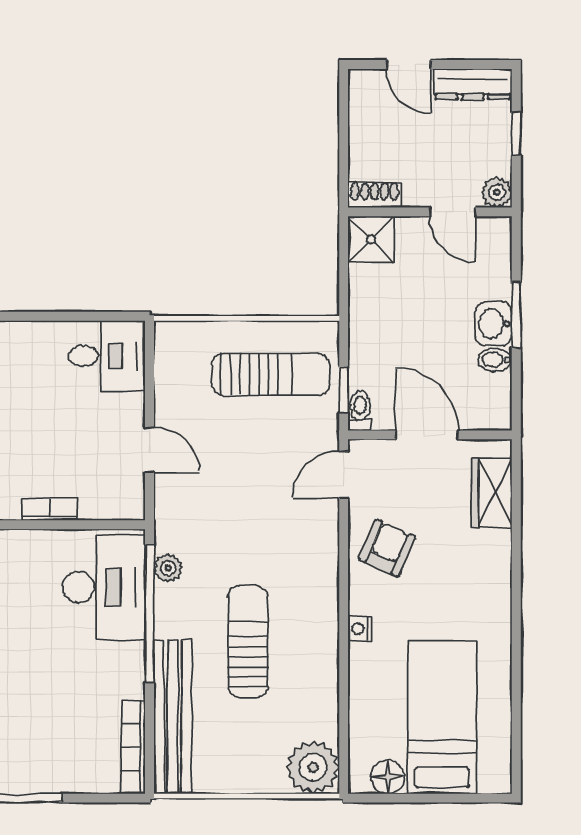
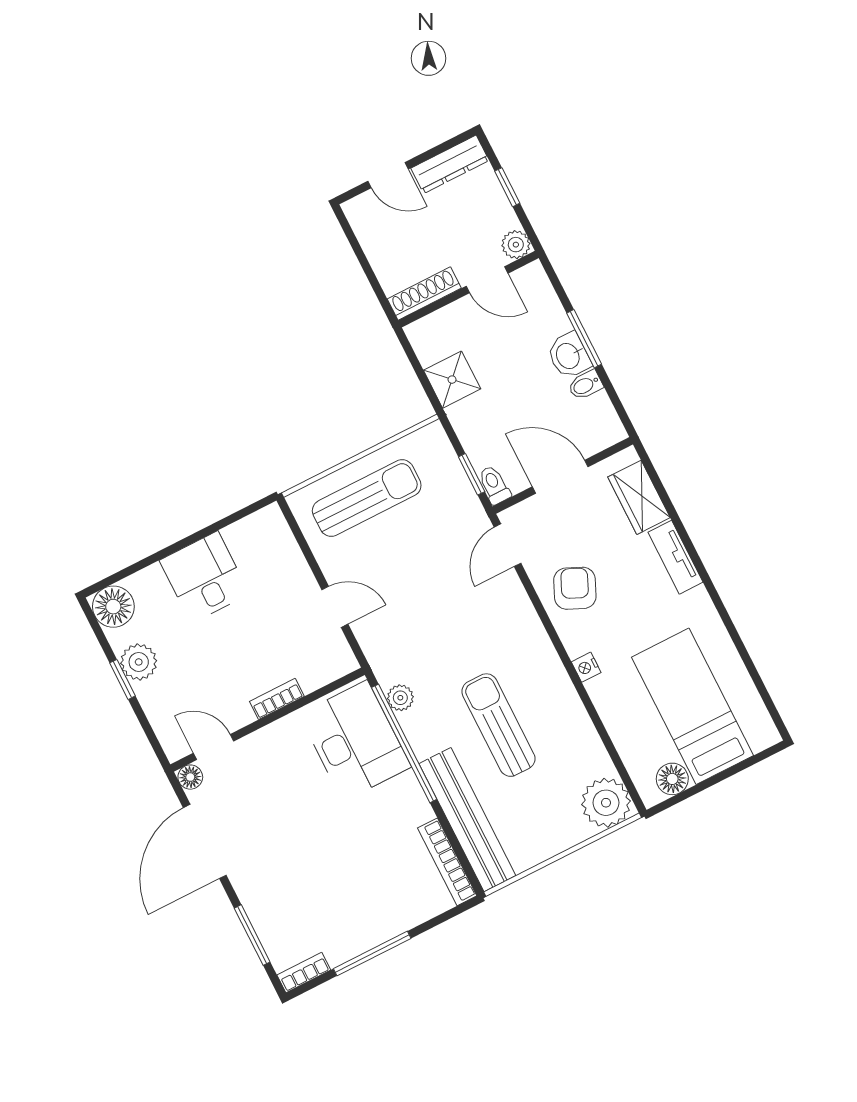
shoe rack: (375, 195) -> (424, 293), width x1.43
shower: (371, 239) -> (452, 380), moved
desk: (107, 356) -> (204, 577), moved, turned -90
sun lounger: (271, 374) -> (367, 498), moved
tv unit: (498, 567) -> (675, 557), added

